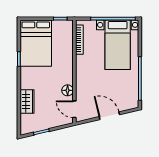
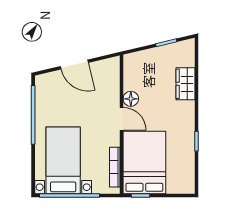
bed: (36, 43) -> (144, 163), moved
door: (74, 109) -> (121, 119), moved

